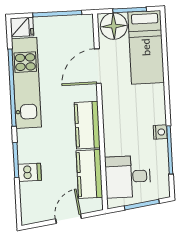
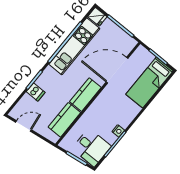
floor lamp: (114, 26) -> (143, 58), removed
door: (98, 66) -> (117, 70), width x1.36
desk: (128, 177) -> (91, 147), moved, turned 180
door: (69, 219) -> (23, 126), moved

